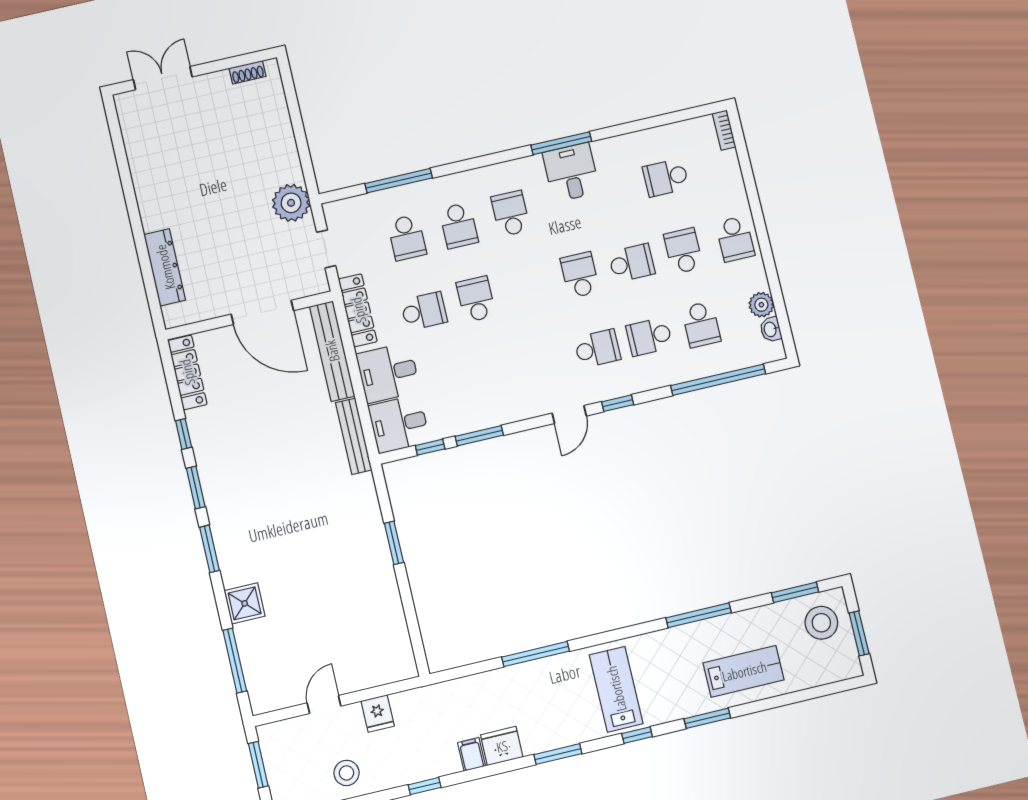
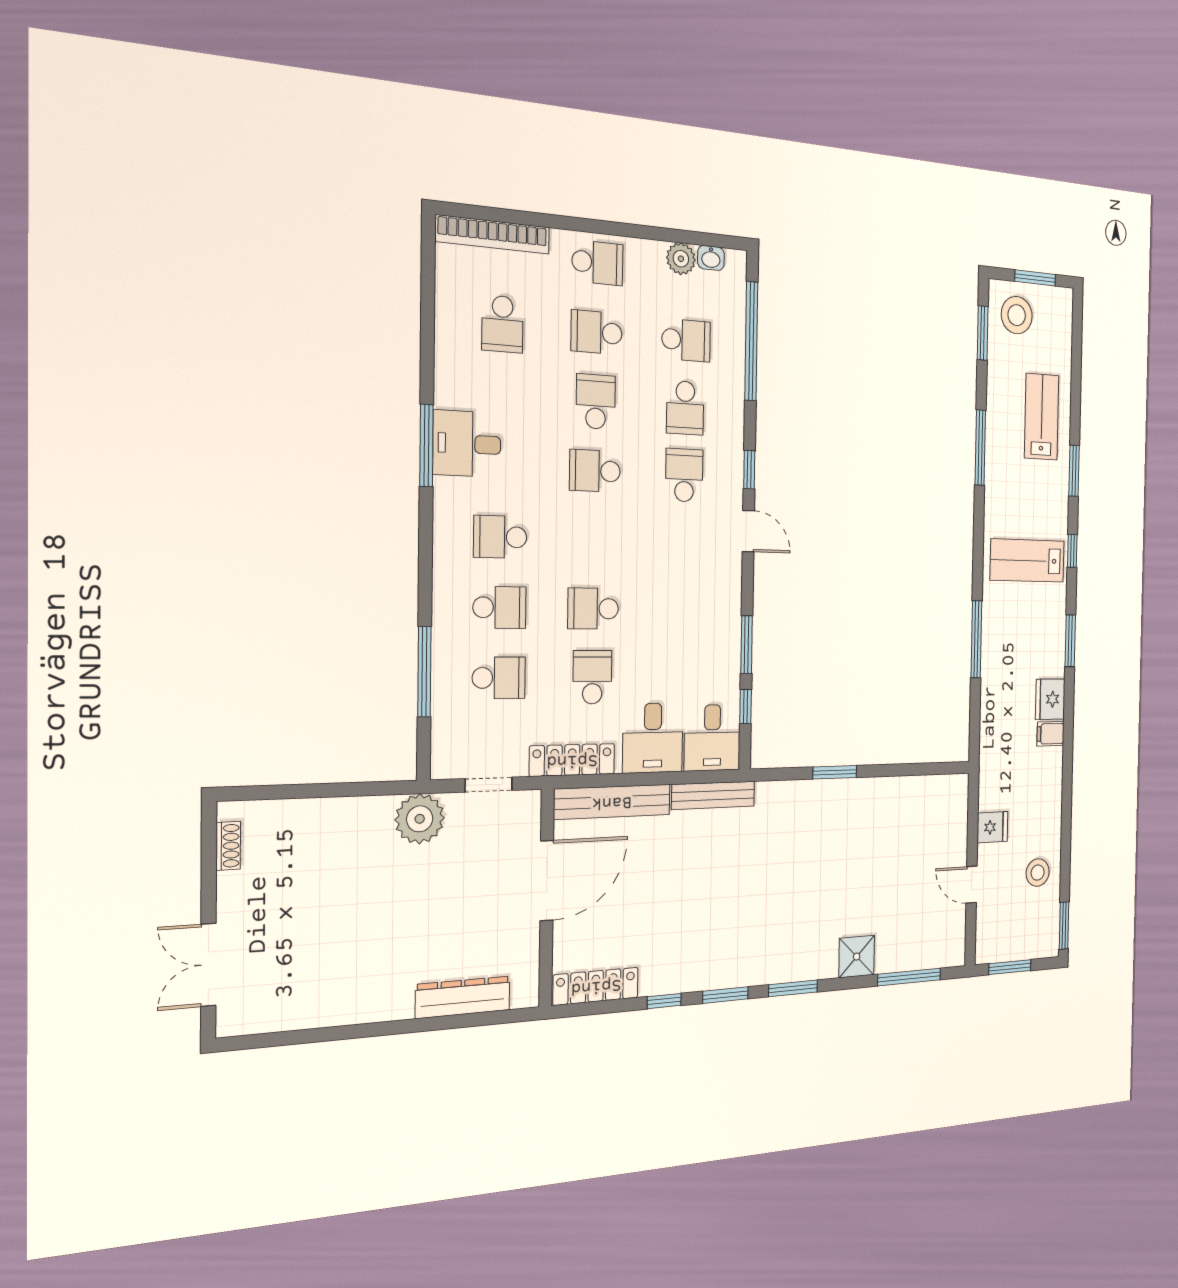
bookcase: (724, 130) -> (493, 234), width x2.31, depth x1.31
window: (425, 786) -> (1067, 791), removed

